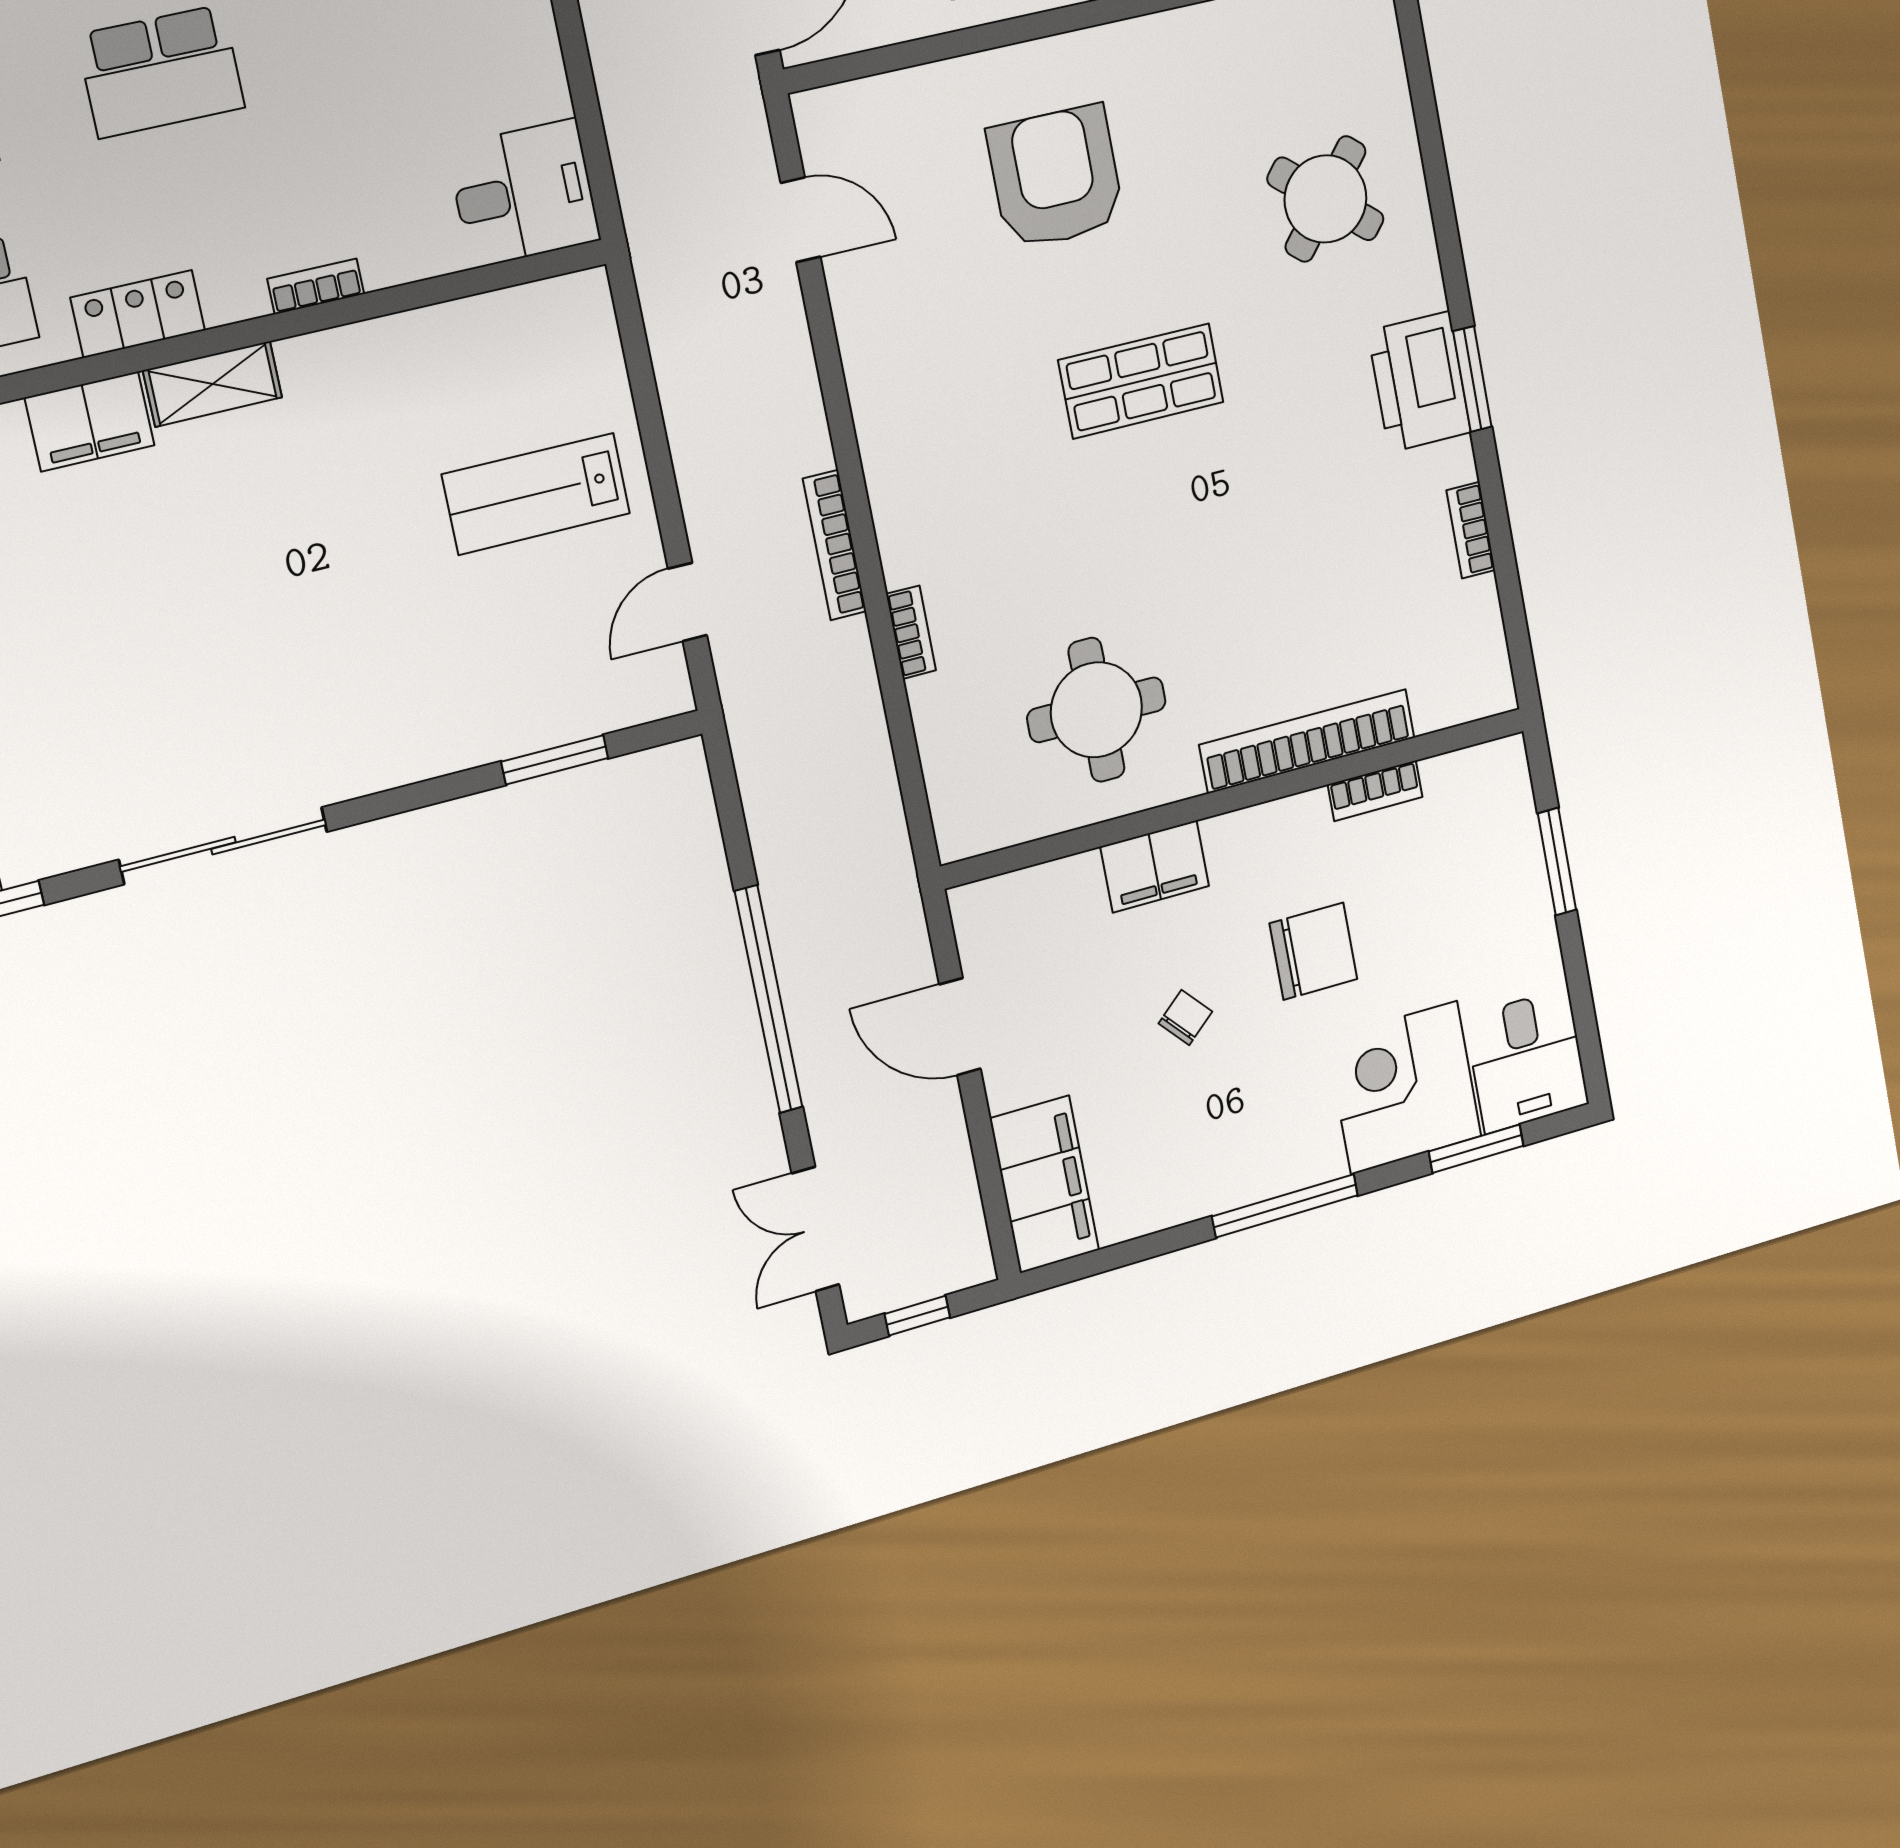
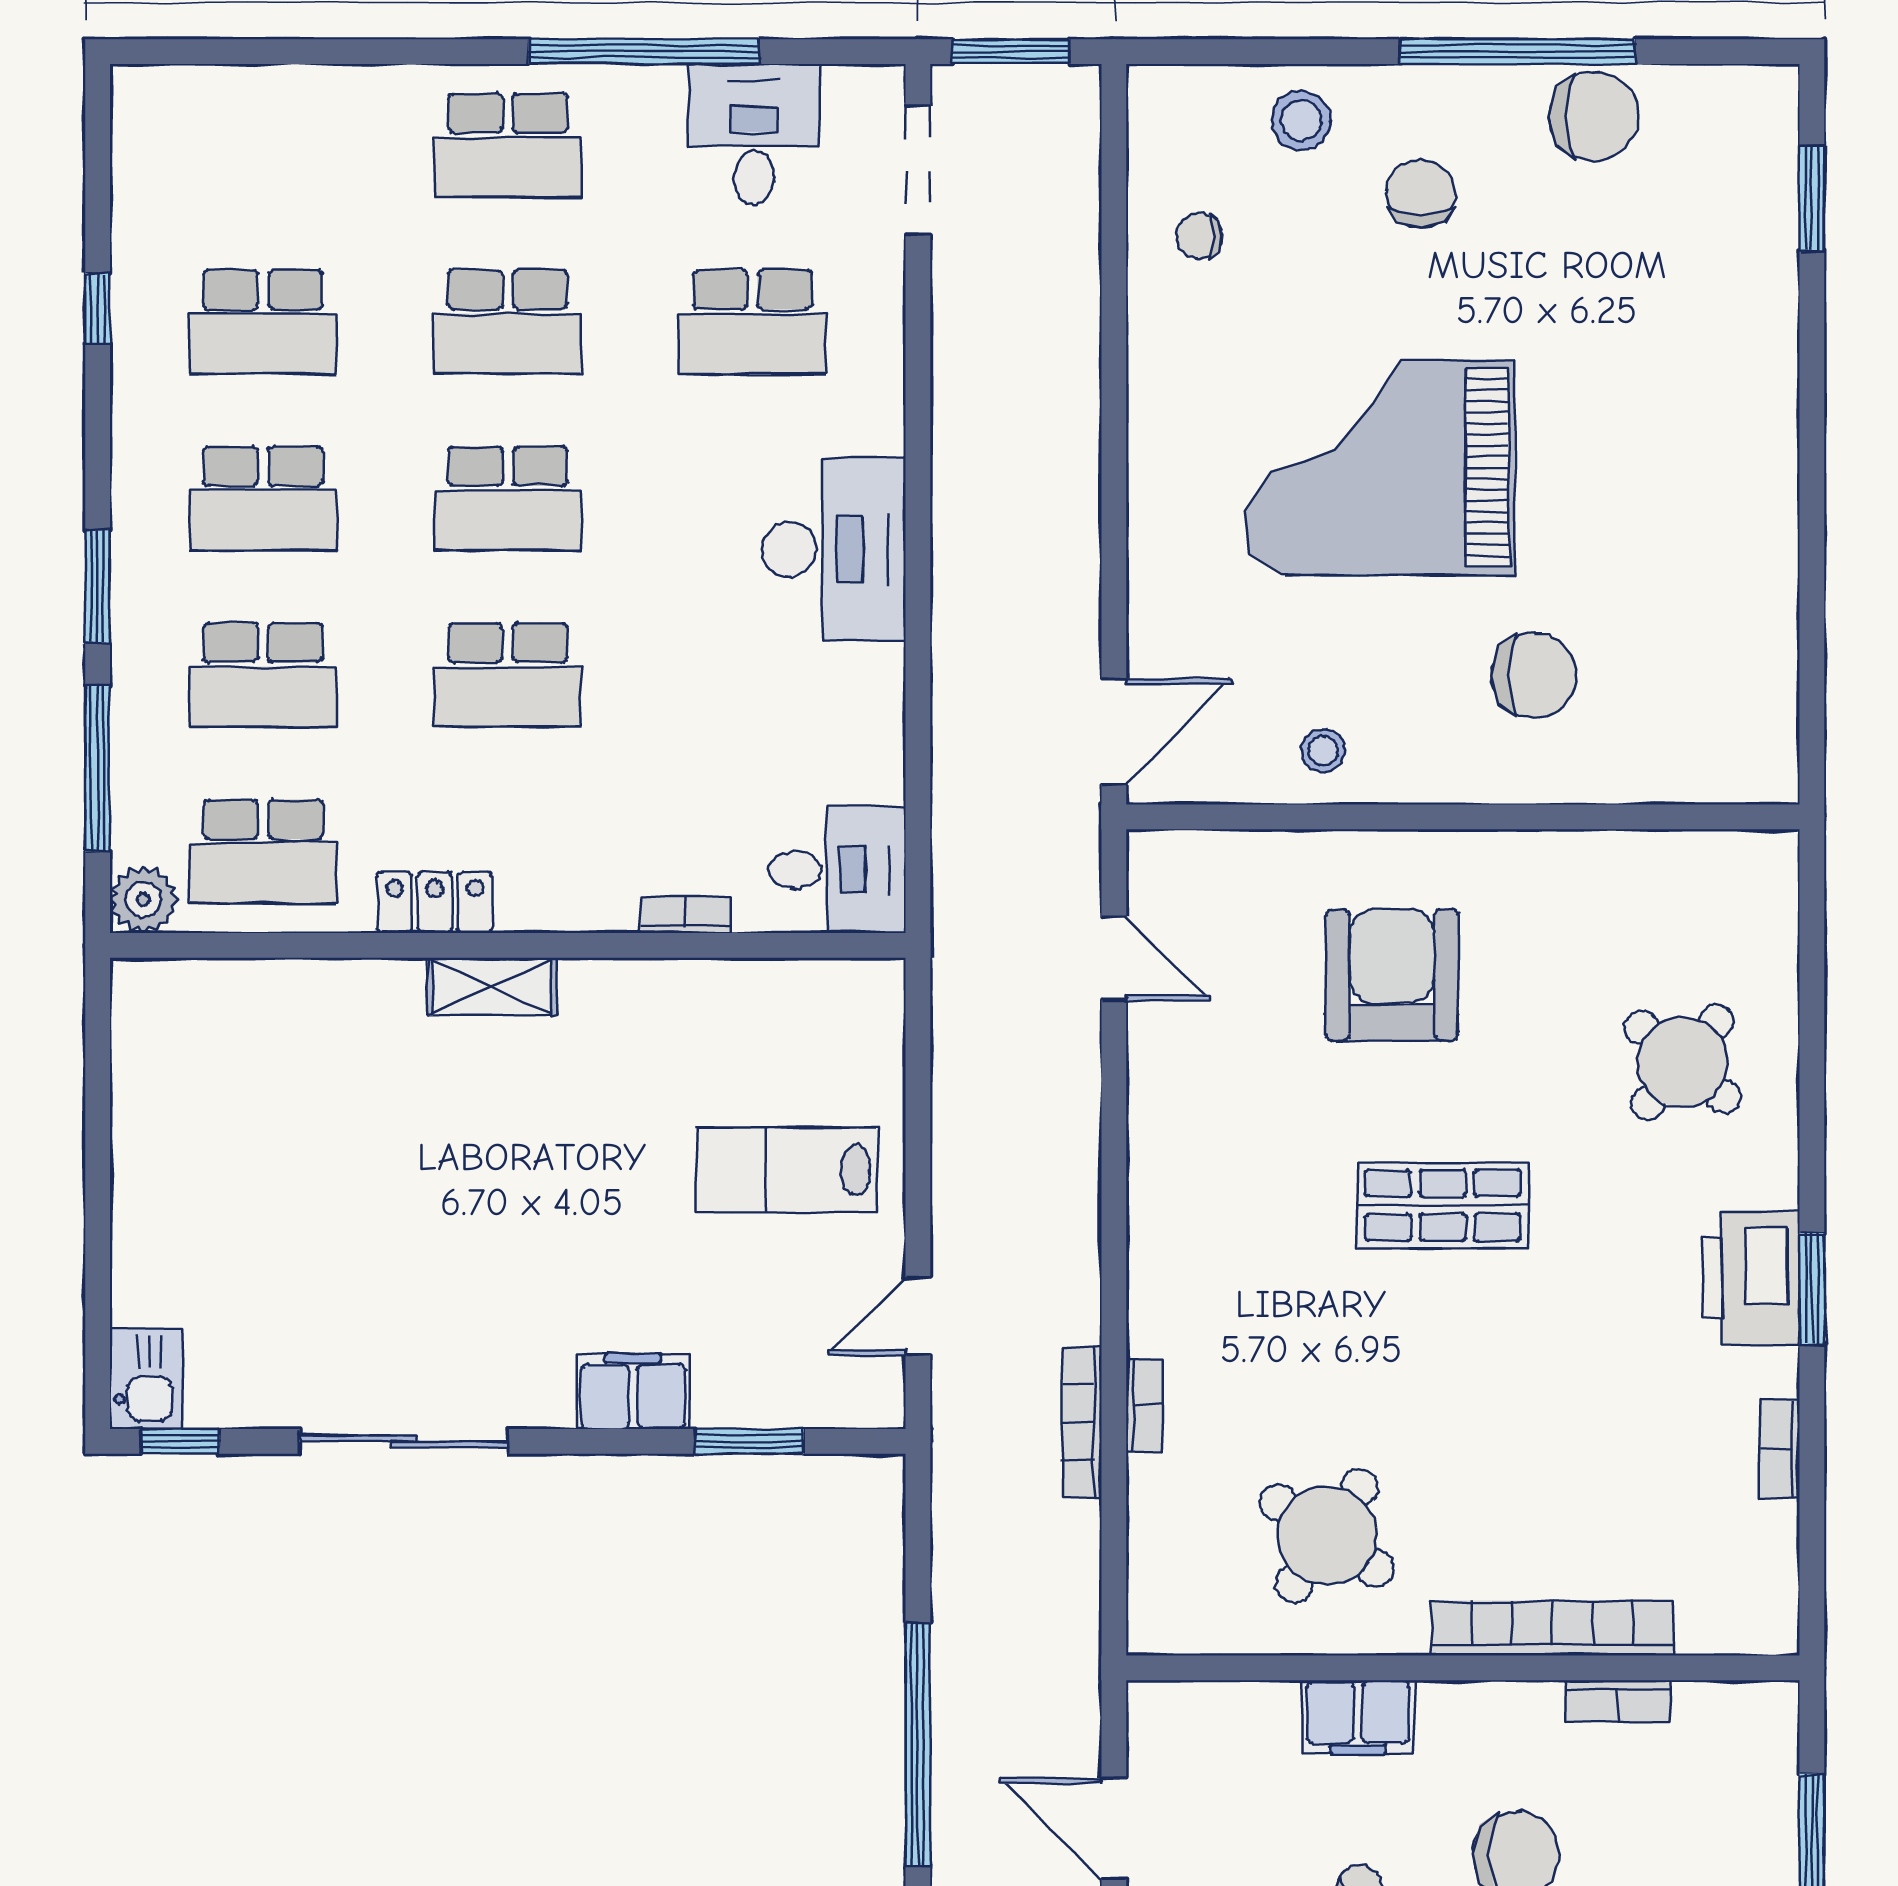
bookcase: (316, 286) -> (685, 915), moved
filing cabinet: (90, 422) -> (633, 1391), moved, turned 180
bookcase: (835, 545) -> (1082, 1422), moved
round table: (1096, 710) -> (1327, 1536), turned 34

